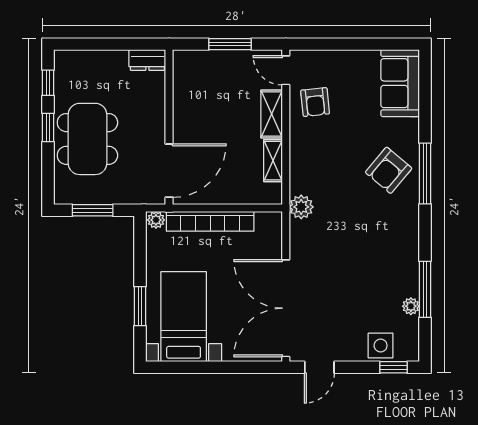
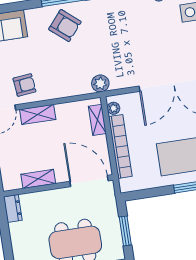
shelving: (183, 101) -> (38, 179), added
shelving: (273, 161) -> (97, 120), moved, turned 90
plant: (156, 220) -> (113, 108), moved

